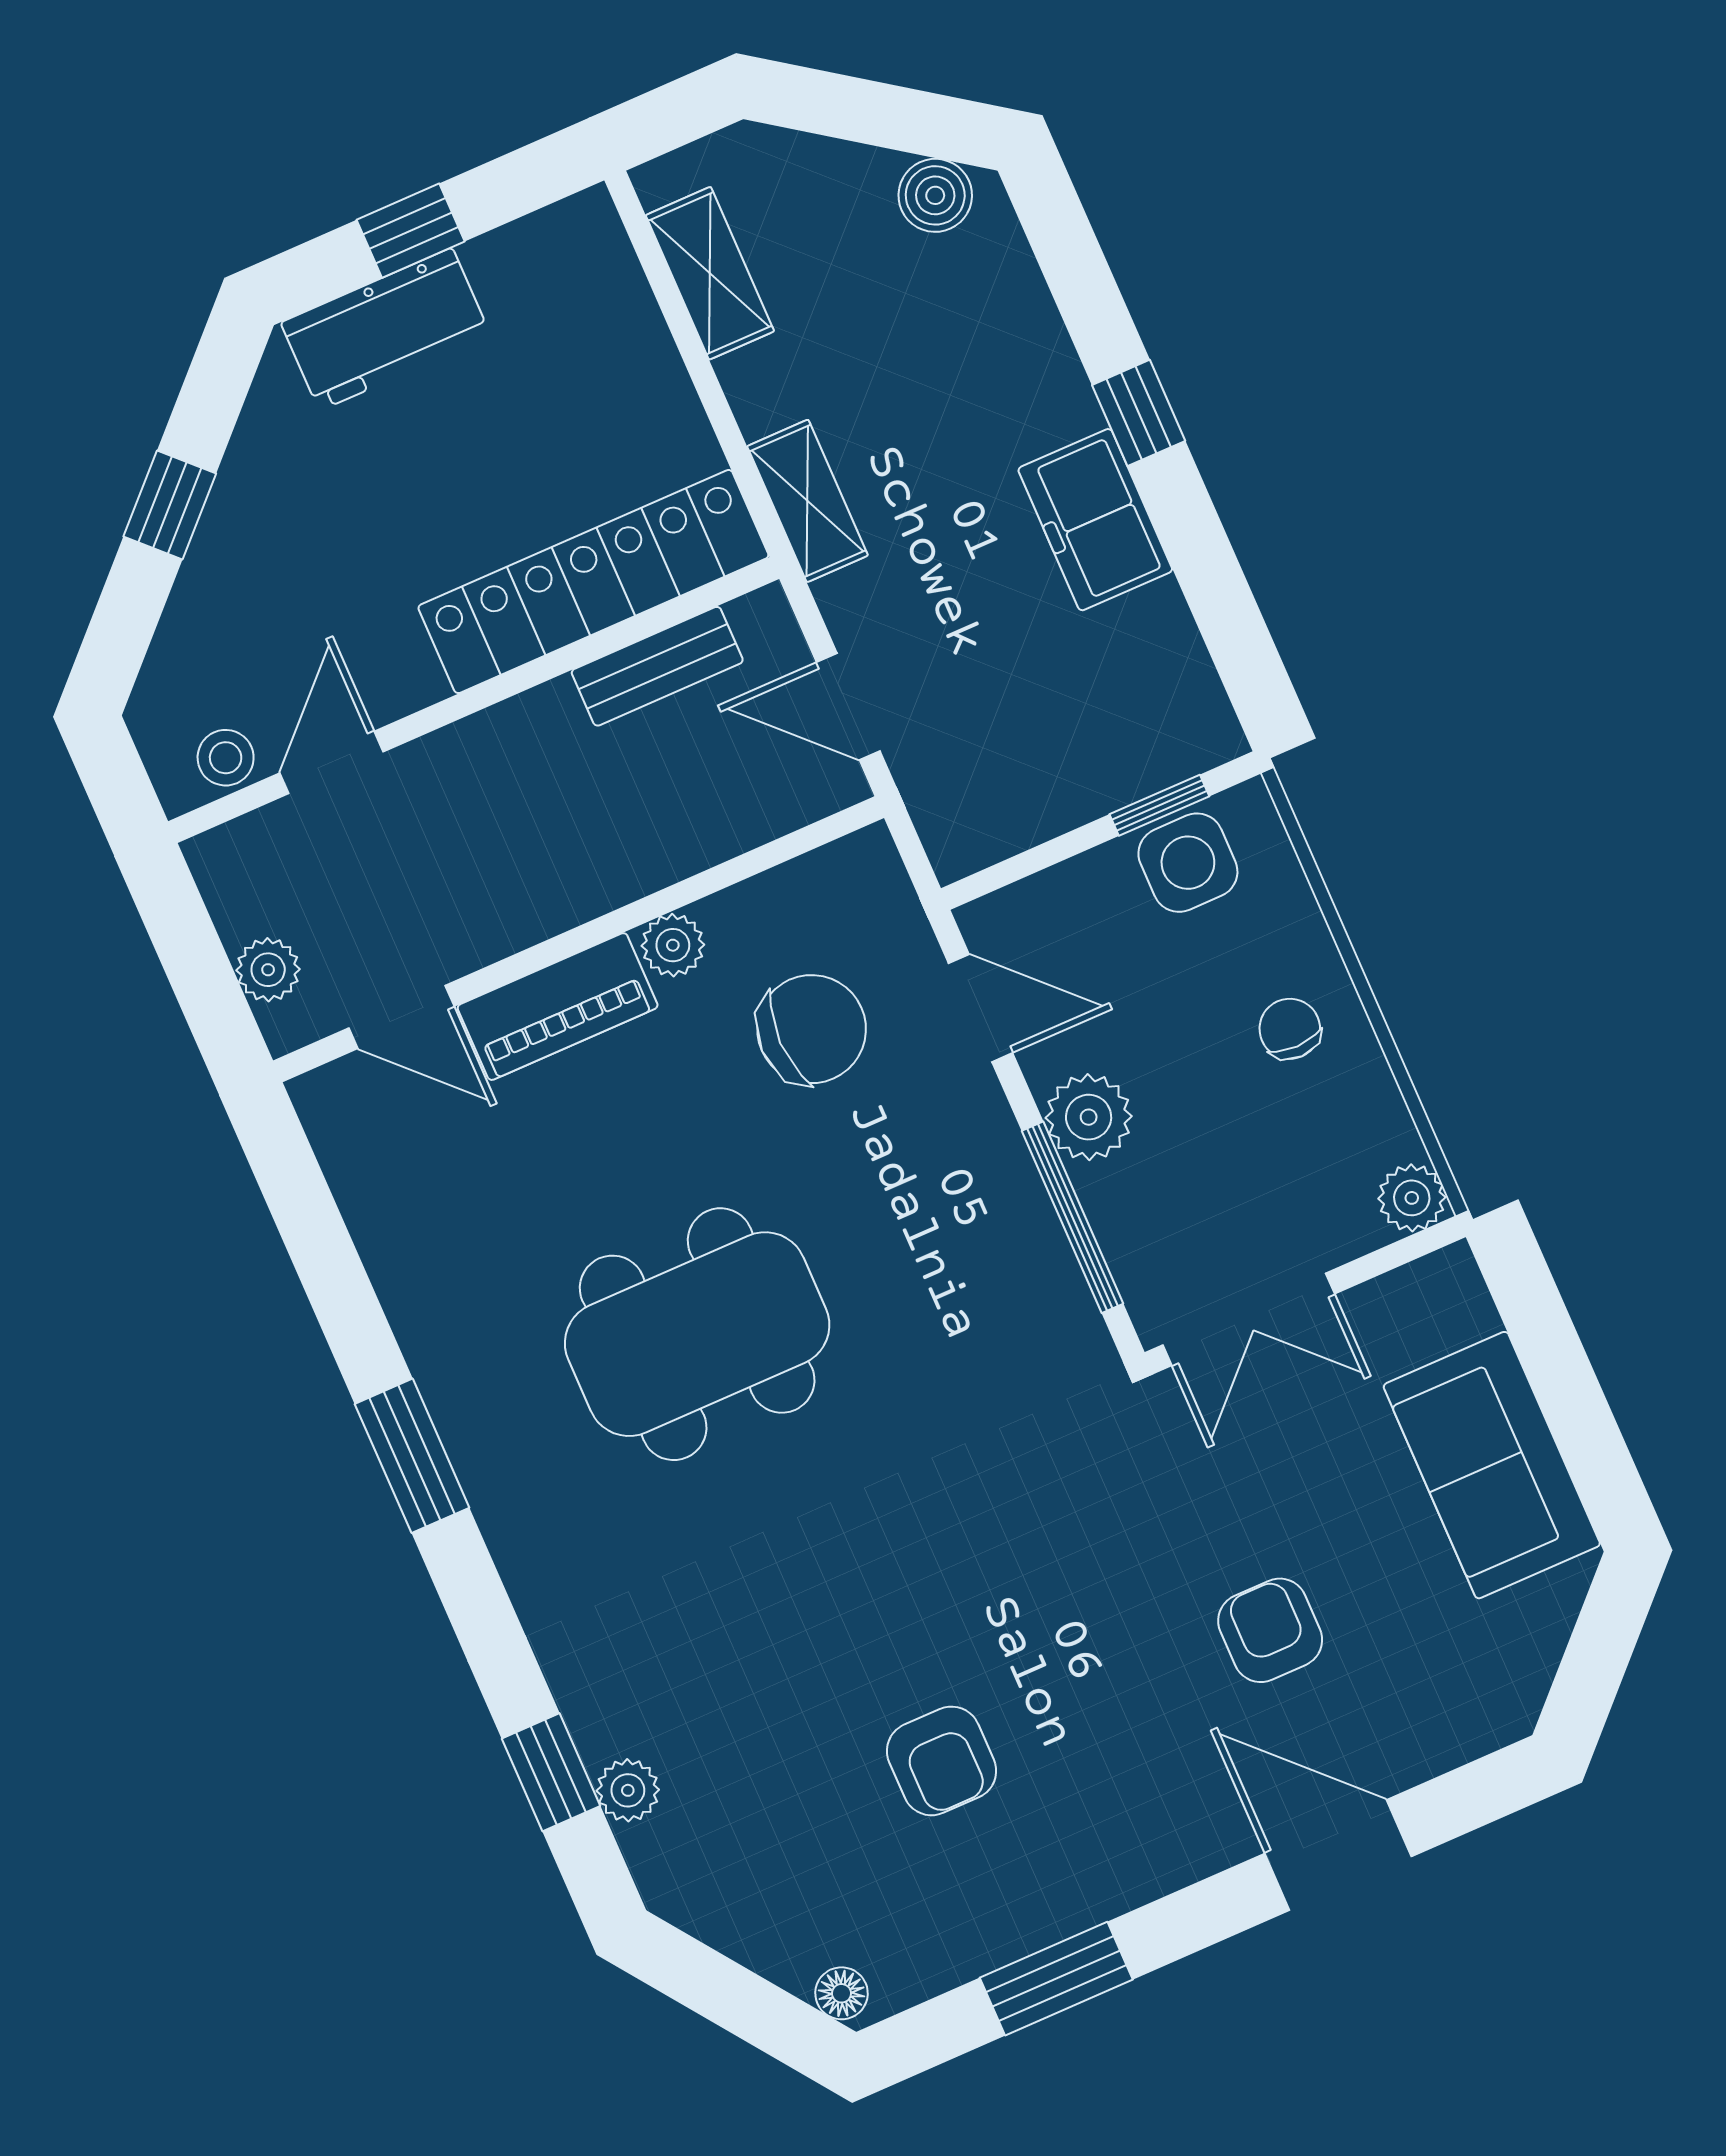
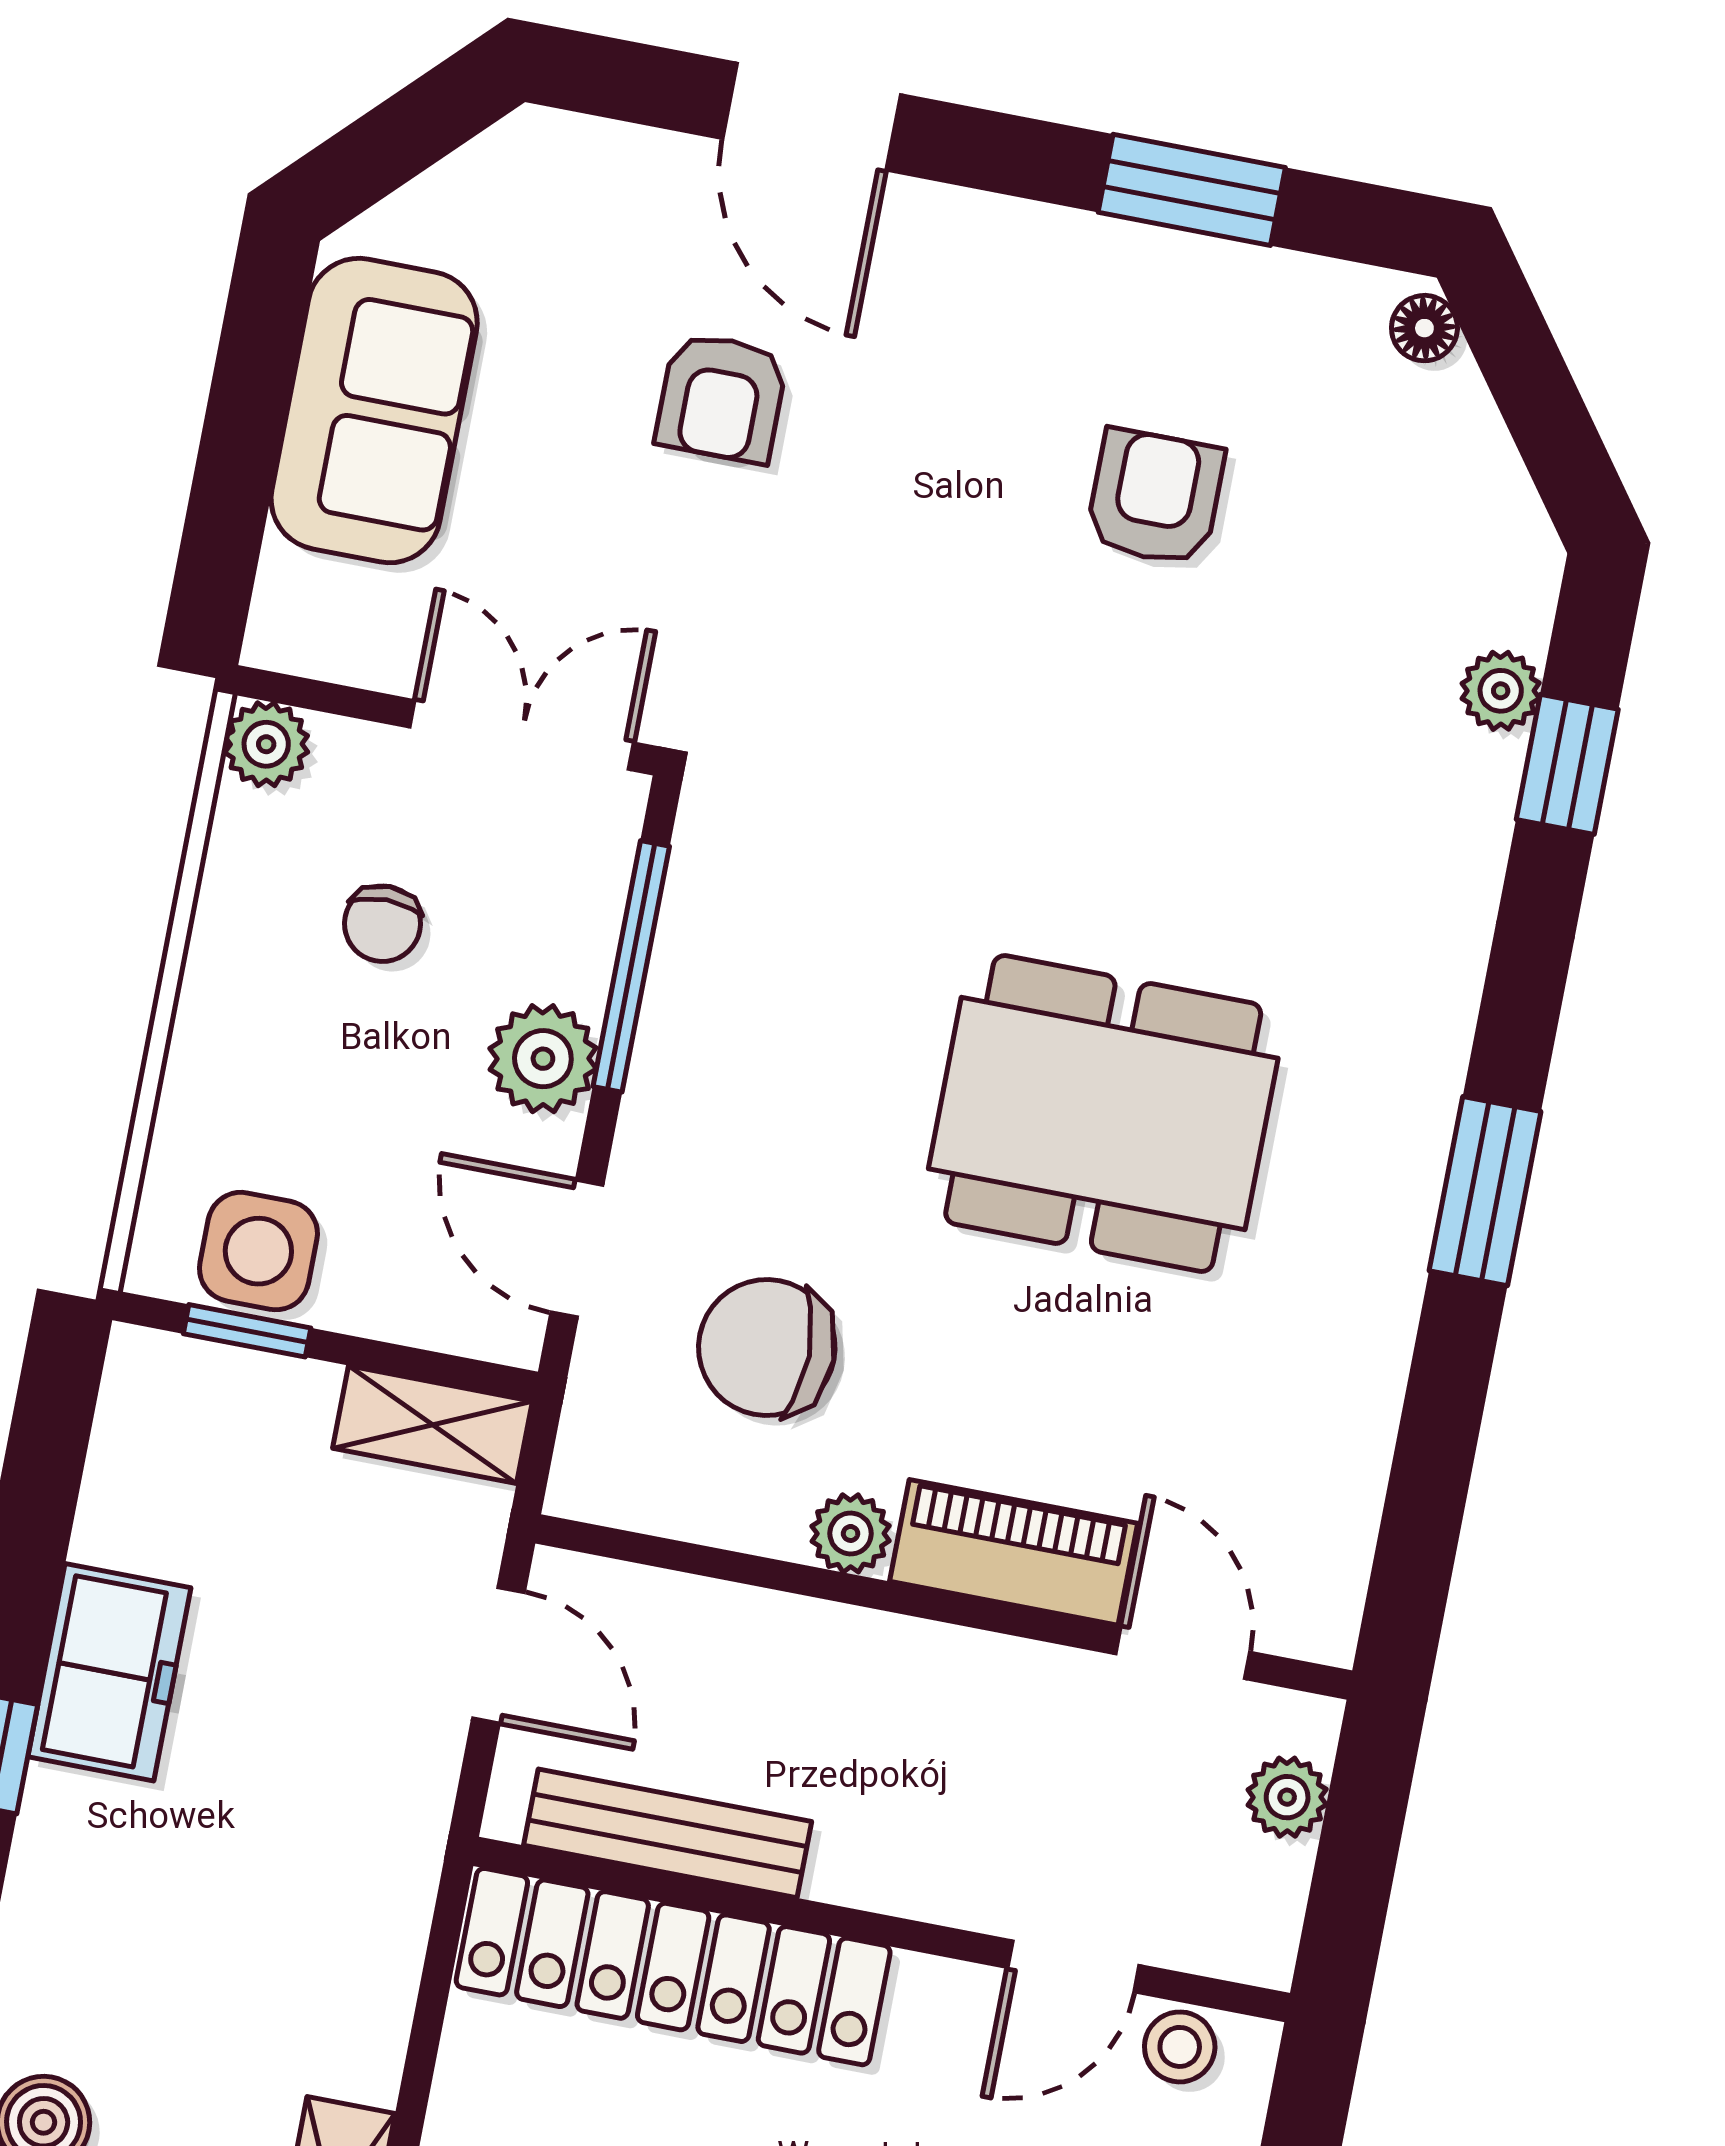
shelving: (807, 501) -> (432, 1425), moved, turned 90
bench: (657, 666) -> (668, 1833), width x1.36
chair: (1290, 1029) -> (382, 924), moved

